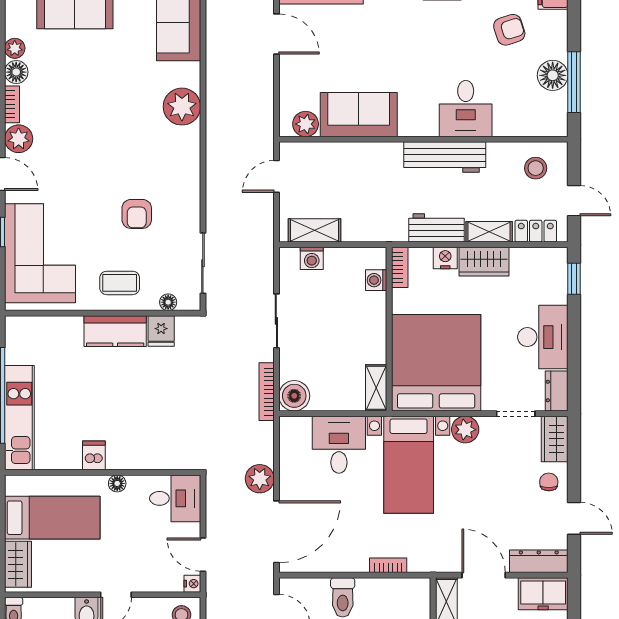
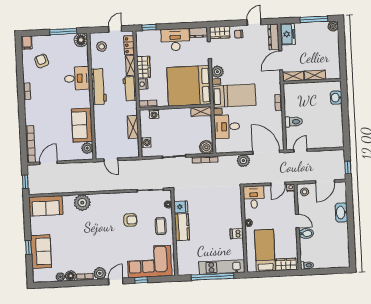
floor lamp: (553, 75) -> (81, 40), moved
shelving: (315, 230) -> (133, 127), moved

